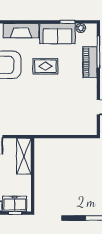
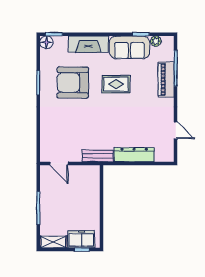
dresser: (62, 129) -> (134, 155), added
bench: (29, 130) -> (98, 156), added
shelving: (24, 156) -> (92, 185), removed

